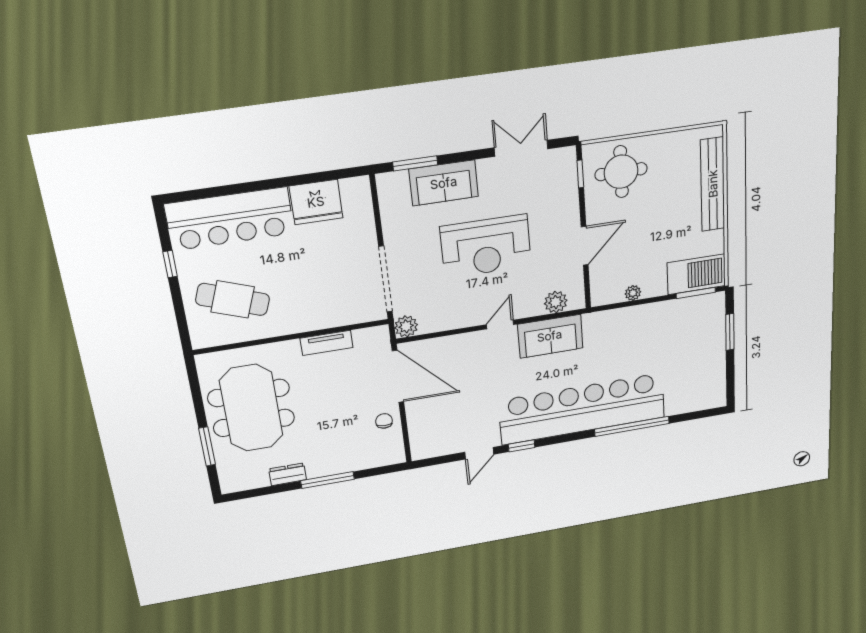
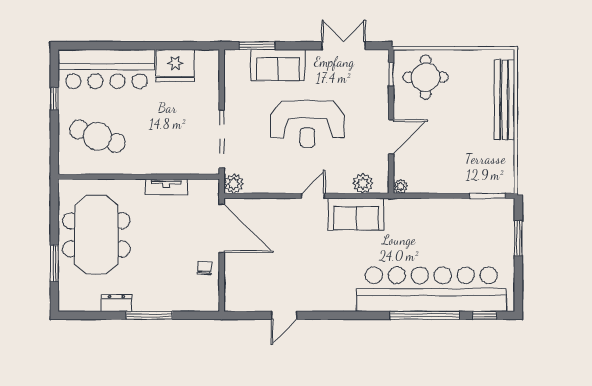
barbecue: (696, 274) -> (489, 178), removed
plant: (633, 293) -> (401, 186), moved
bar counter: (582, 409) -> (431, 289), moved
window: (522, 446) -> (485, 315), moved

